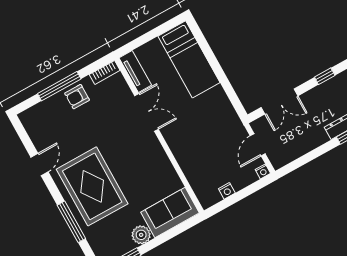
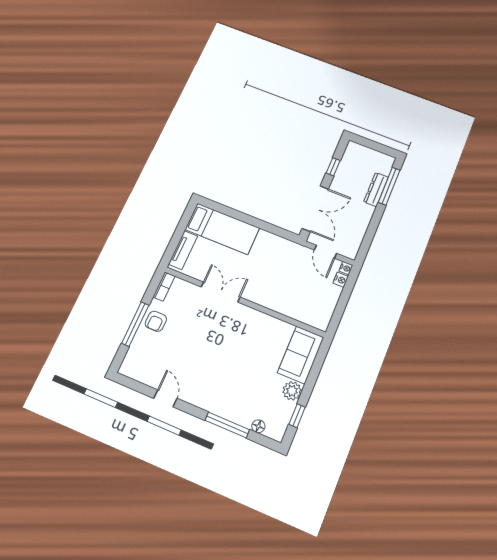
tv unit: (135, 71) -> (183, 250), moved, turned 90
double door: (279, 102) -> (315, 209), width x1.37
rug: (92, 186) -> (222, 383), removed
nightstand: (227, 191) -> (341, 280), moved
floor lamp: (94, 241) -> (258, 426), added

